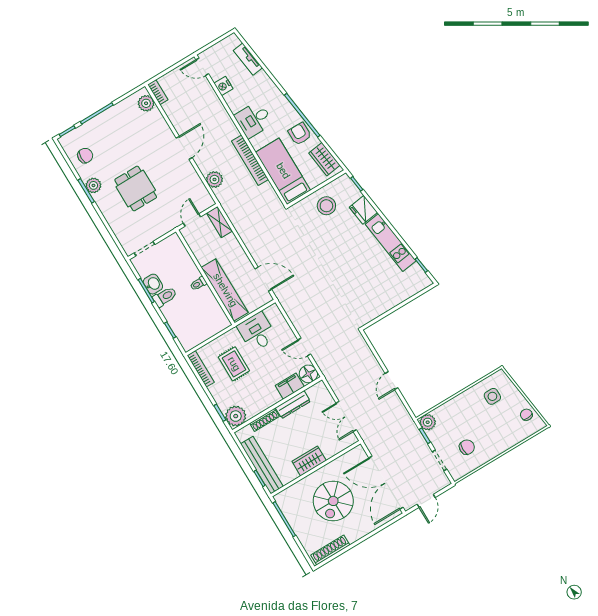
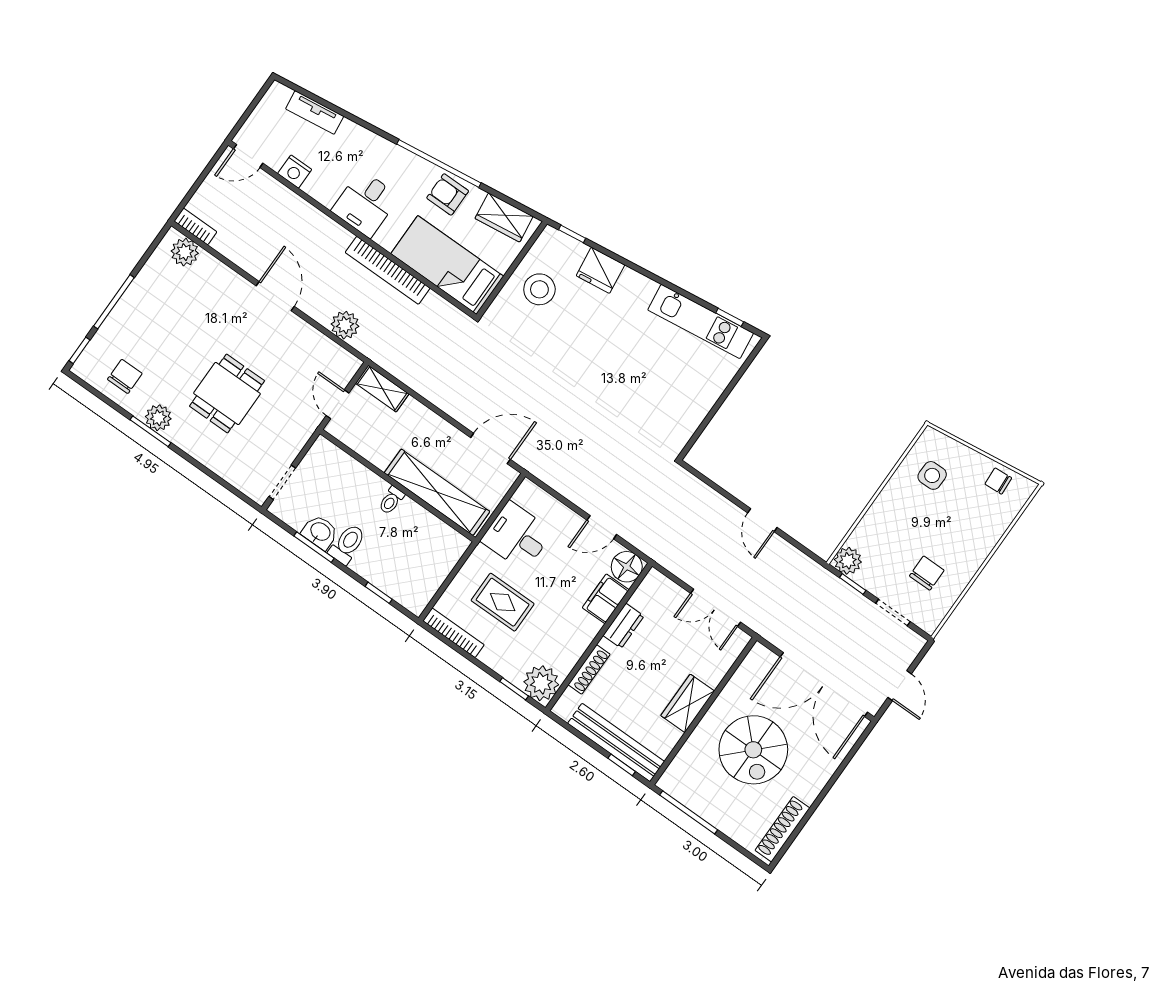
dining table: (136, 188) -> (227, 393), turned 90
kitchen unit: (391, 243) -> (701, 321), moved
dresser: (293, 405) -> (623, 626), width x0.70

